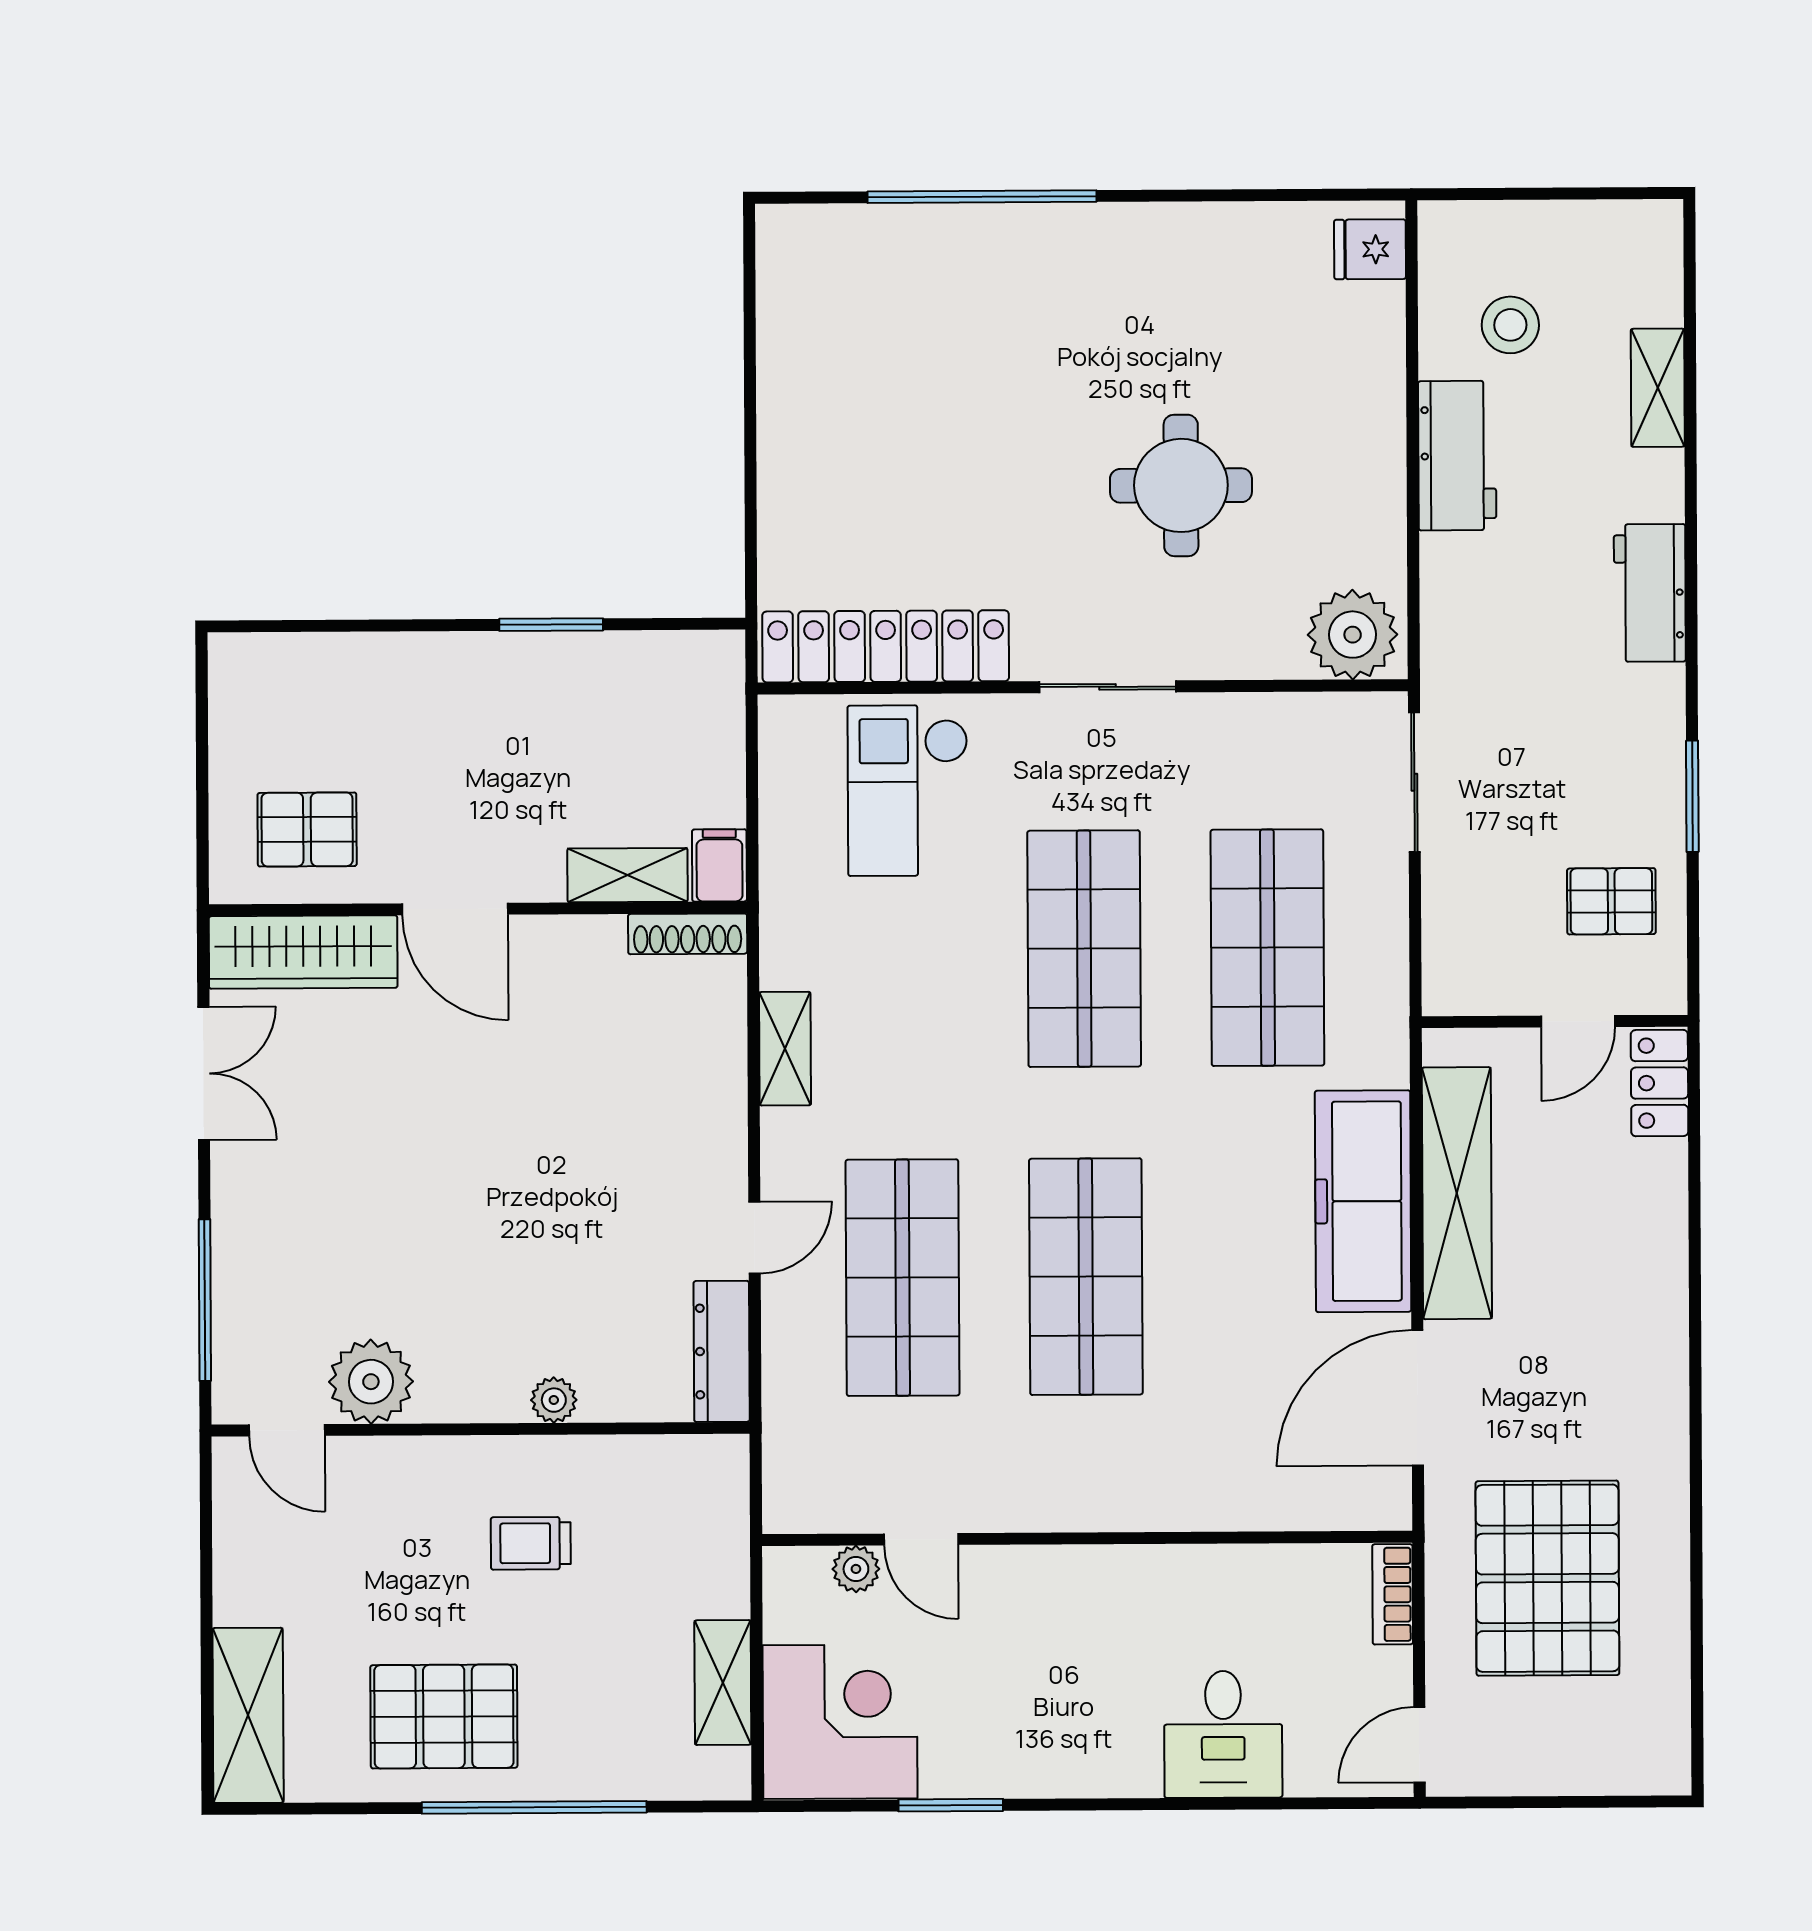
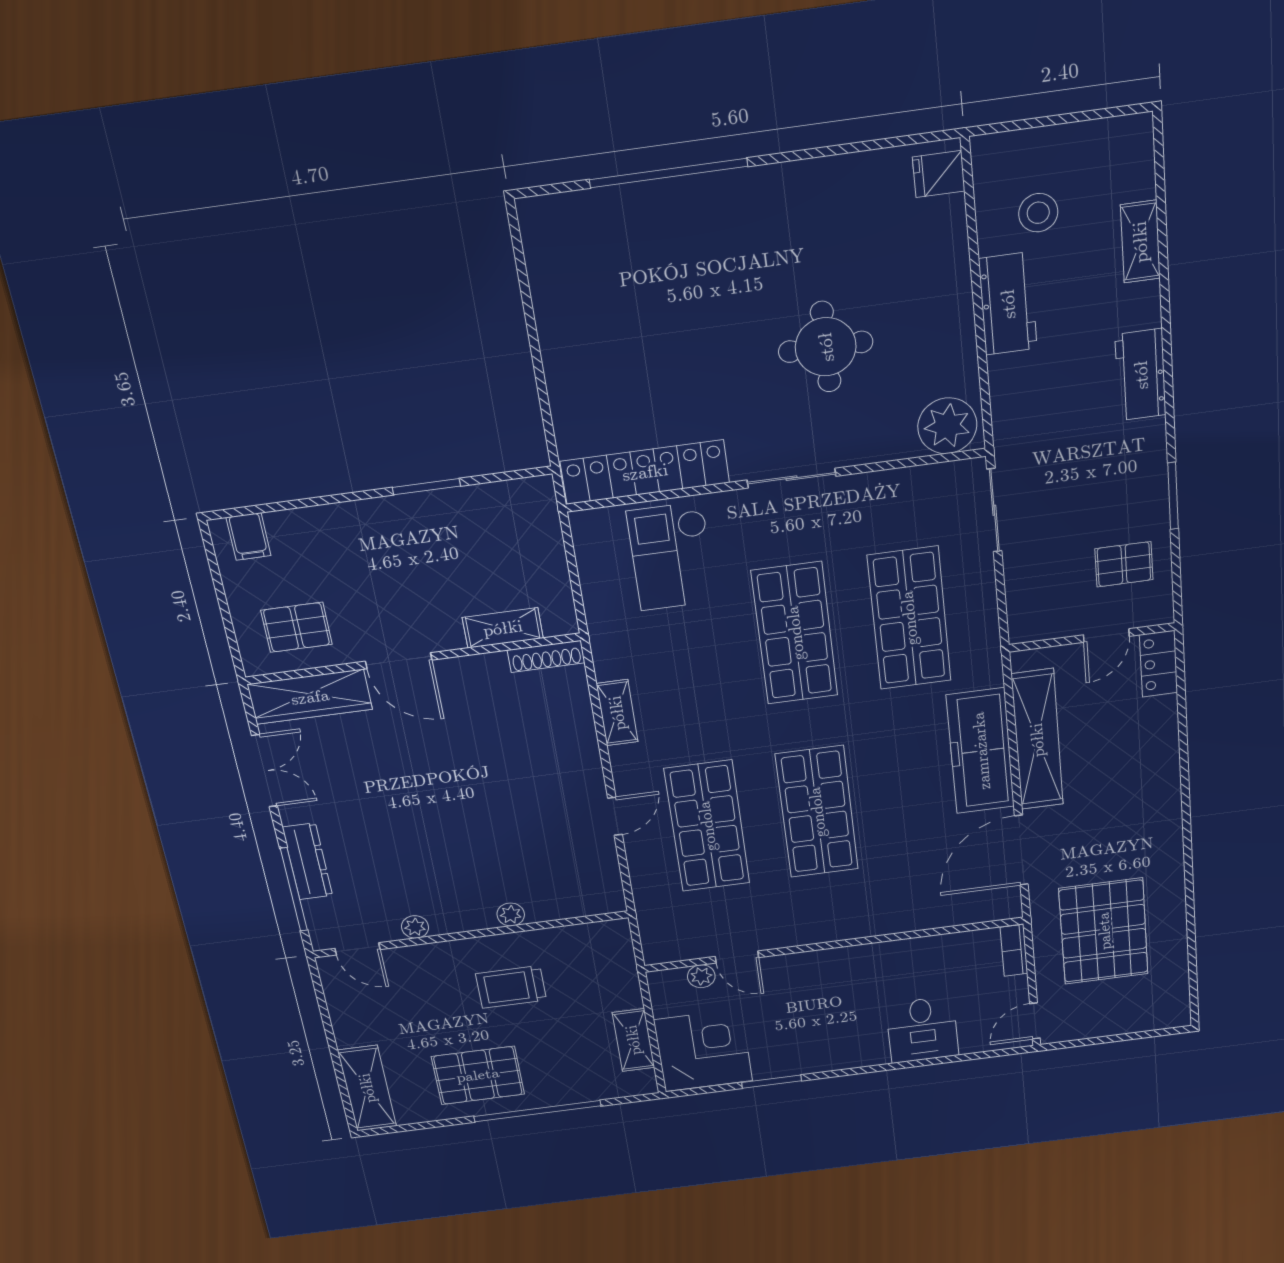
filing cabinet: (719, 865) -> (249, 537), moved, turned 180
dresser: (722, 1351) -> (307, 861), moved, turned 180
plant: (371, 1382) -> (415, 927), width x0.53, depth x0.53
trolley: (531, 1543) -> (511, 987), width x1.36, depth x1.39

